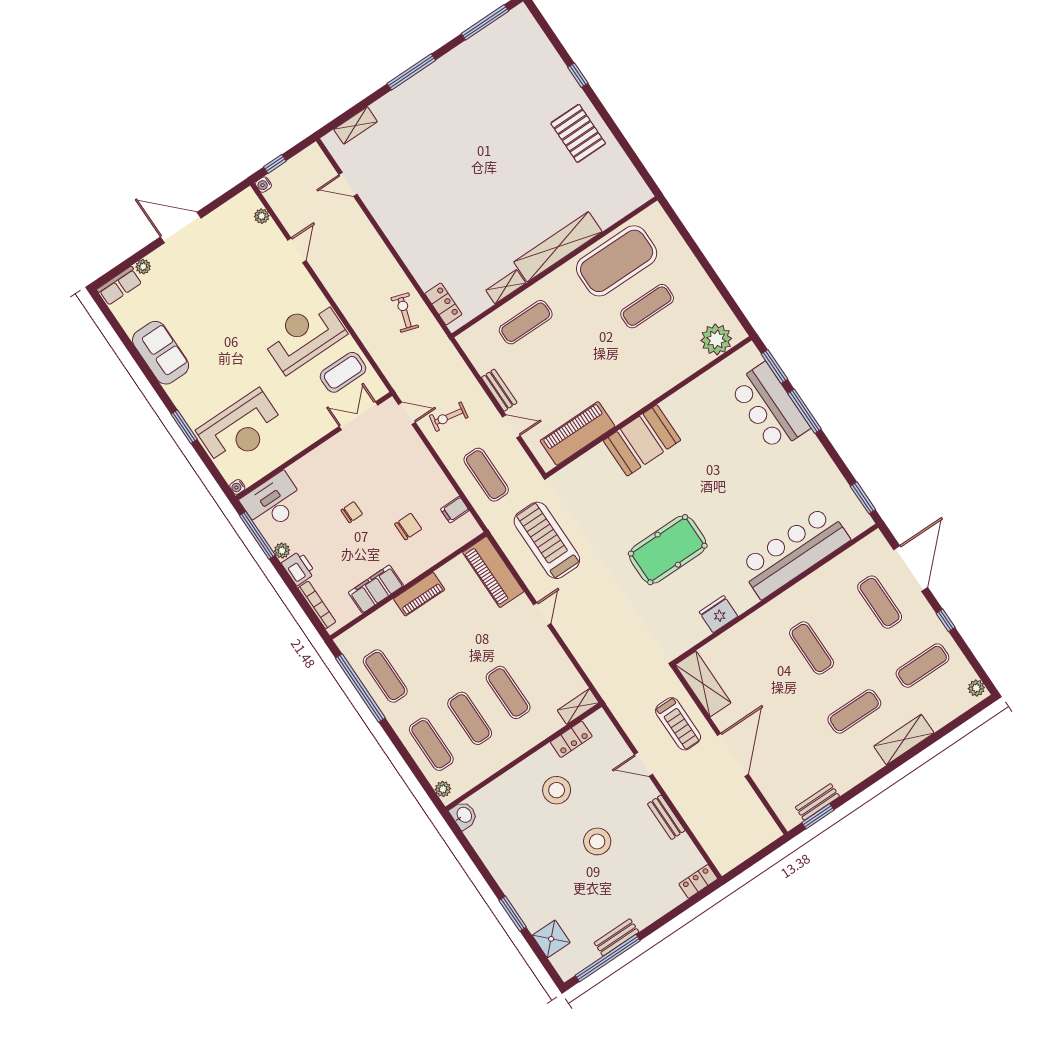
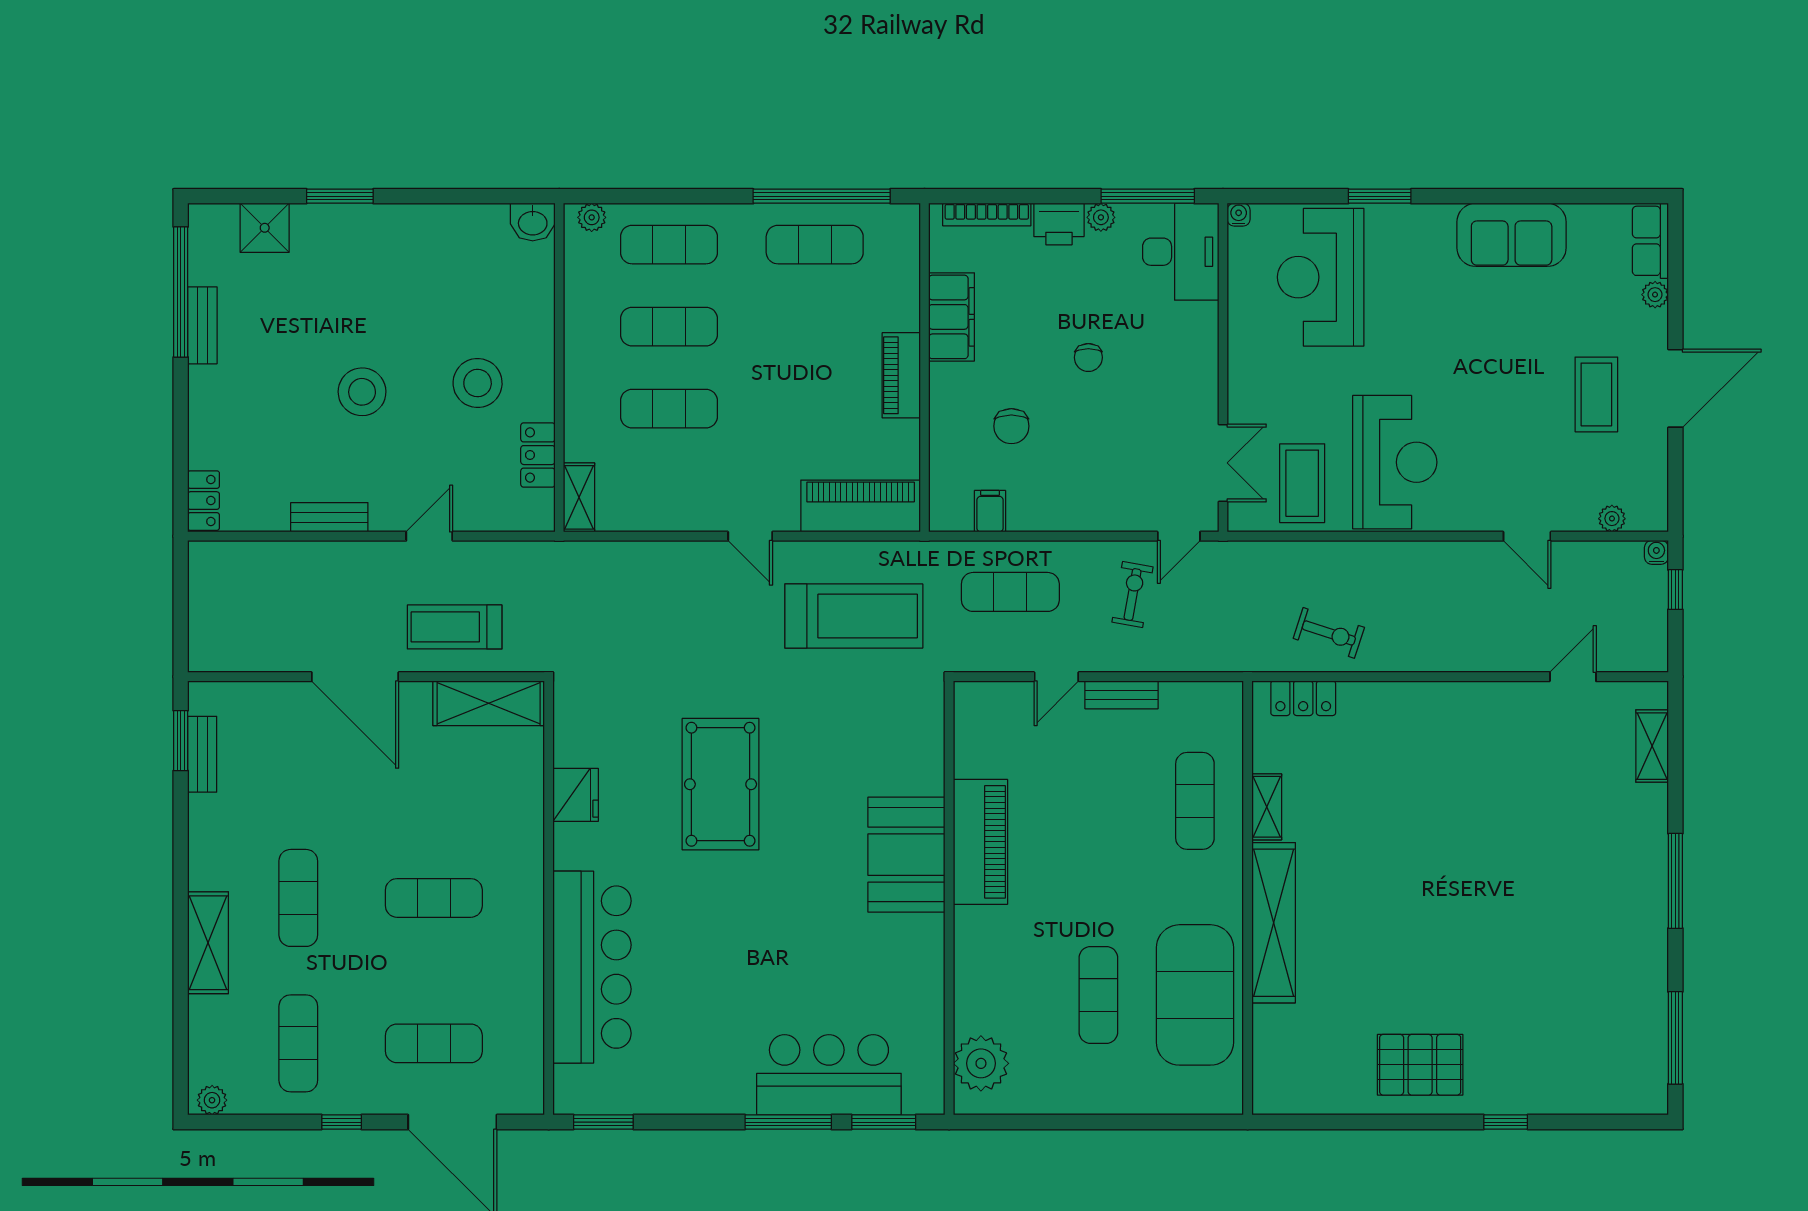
coffee table: (208, 263) -> (1596, 394), added
piano: (577, 433) -> (980, 842), moved

